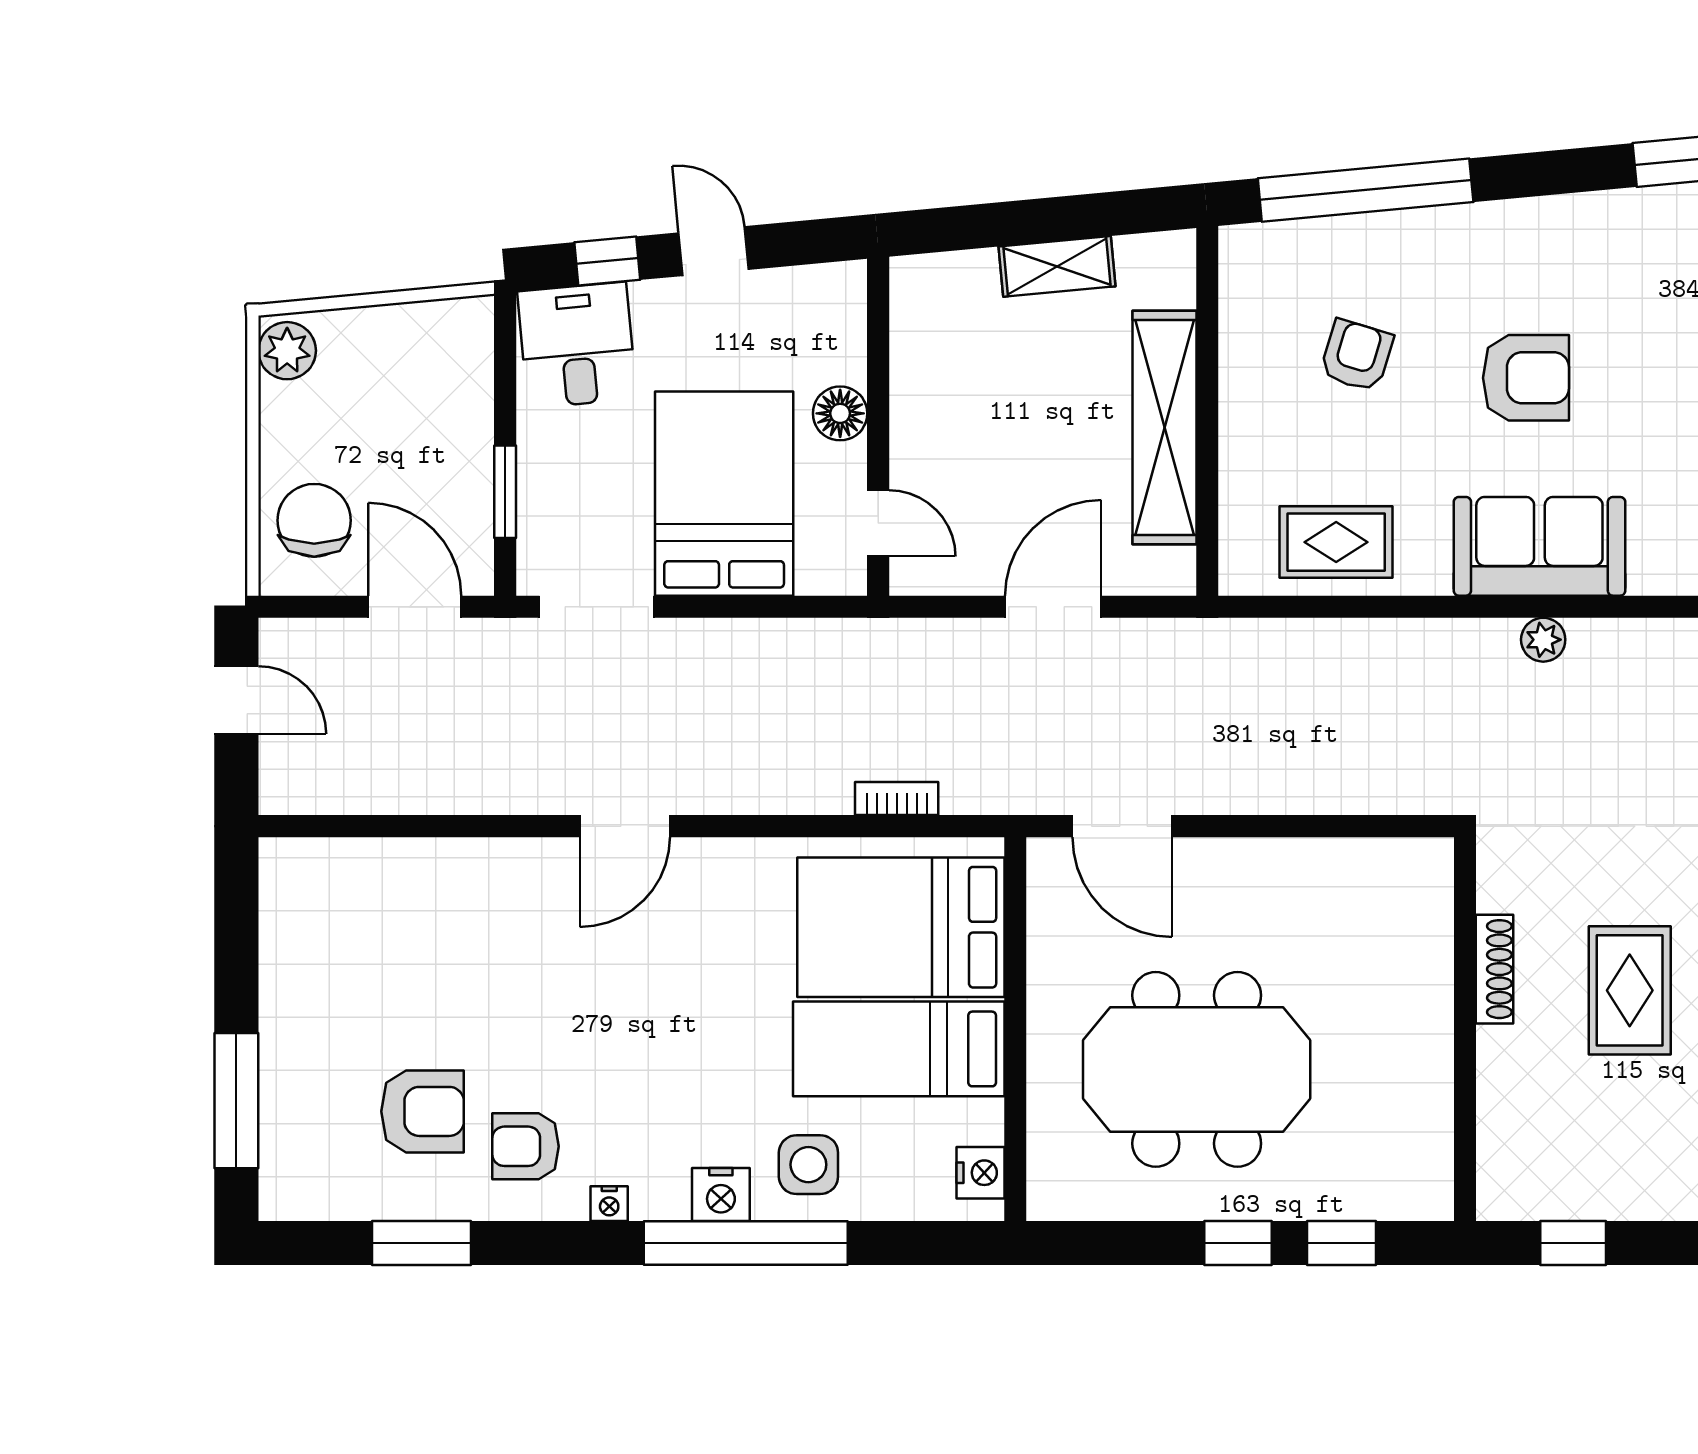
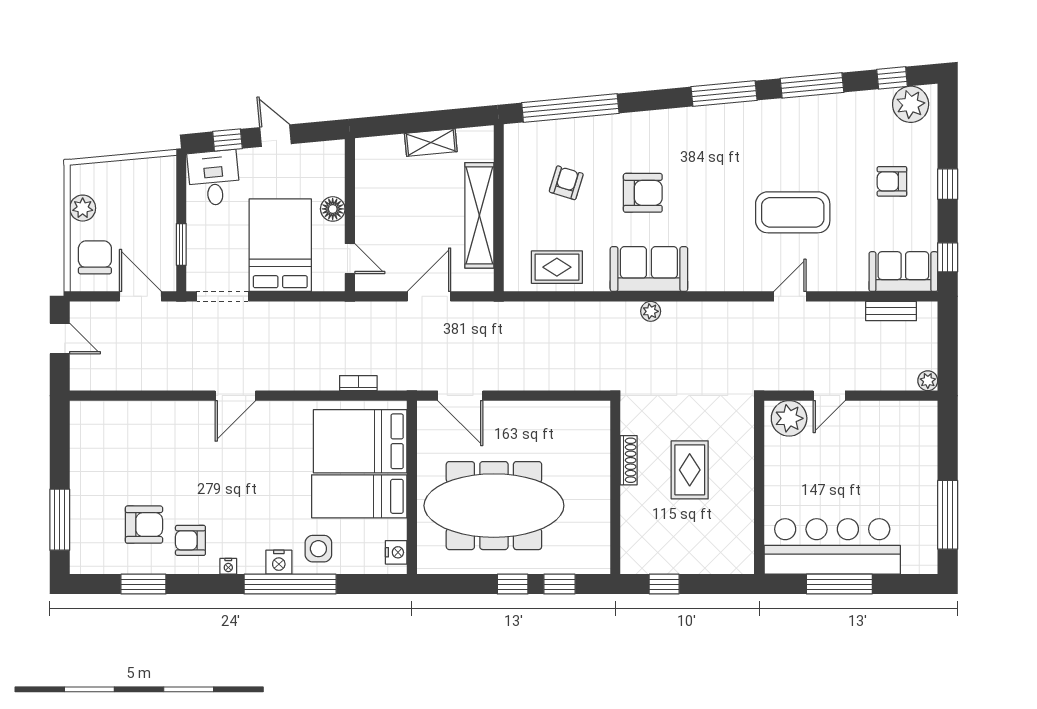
plant: (287, 351) -> (83, 208), moved
meeting table: (1197, 1069) -> (494, 506), width x1.36

